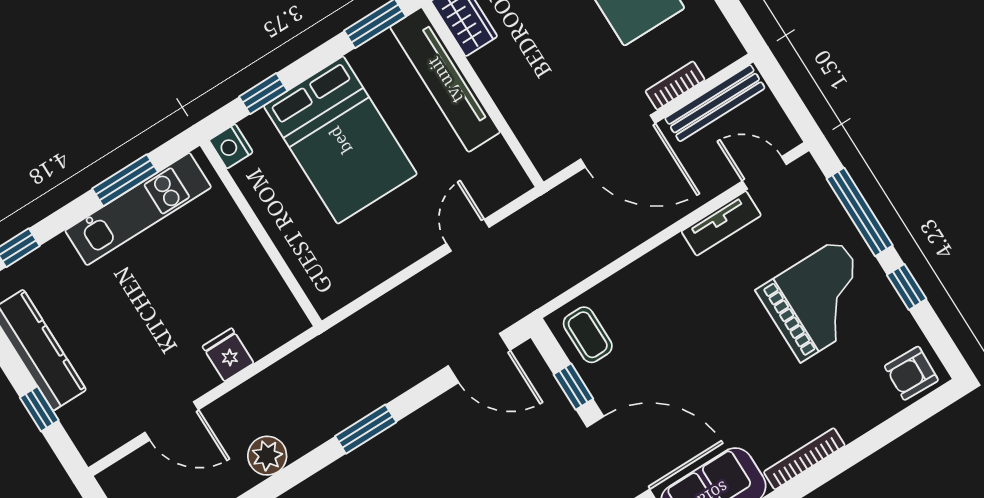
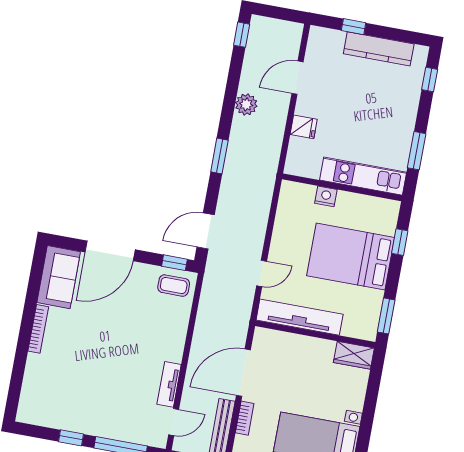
tv unit: (445, 80) -> (300, 317), moved
nightstand: (231, 146) -> (326, 196), moved
kitchen unit: (138, 209) -> (363, 176), moved, turned 90
door: (468, 235) -> (262, 273), hinge flipped
grand piano: (820, 300) -> (99, 396), removed
armchair: (911, 373) -> (33, 407), removed
window: (573, 387) -> (174, 263), moved

